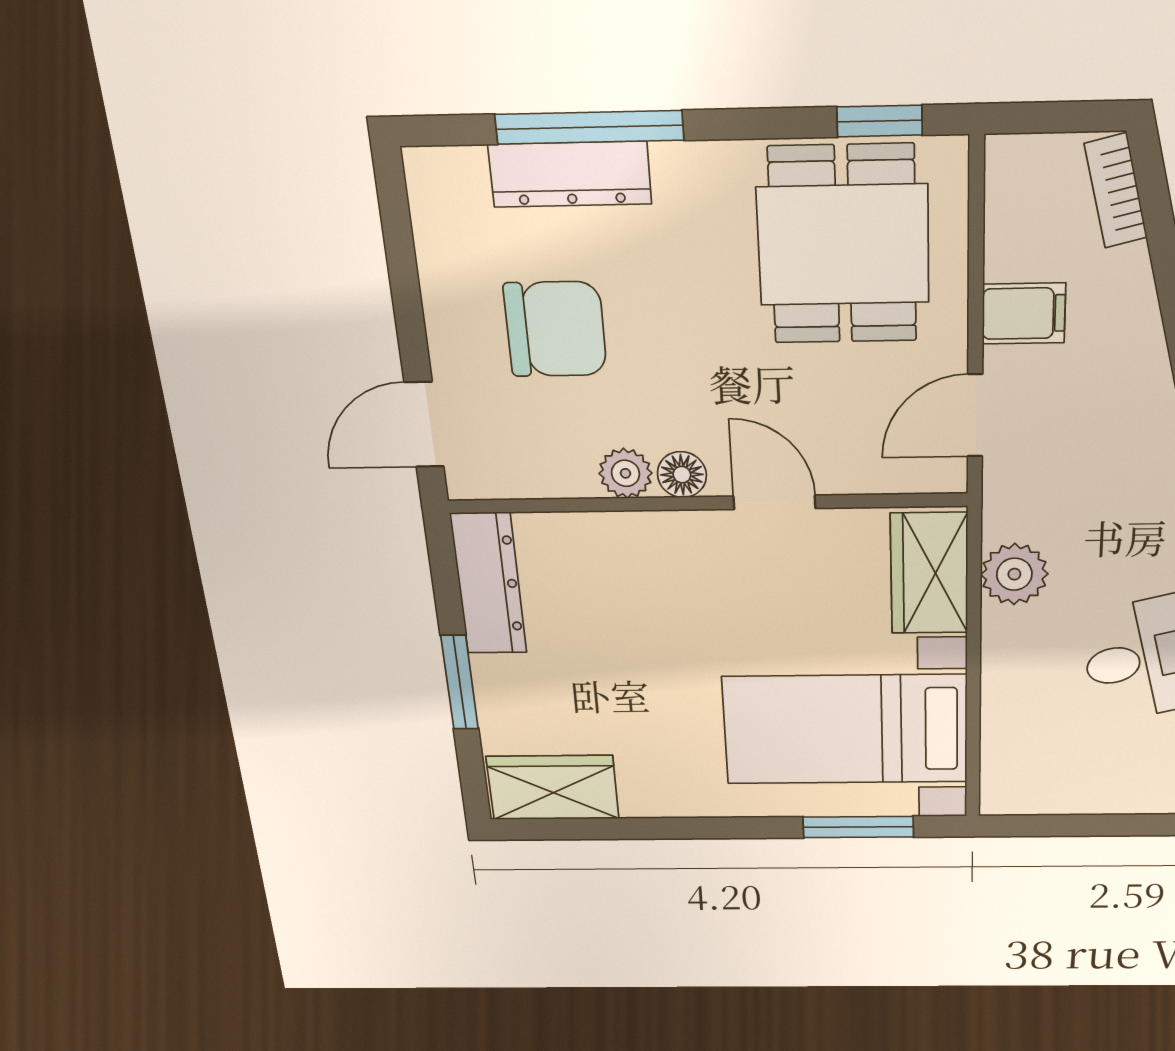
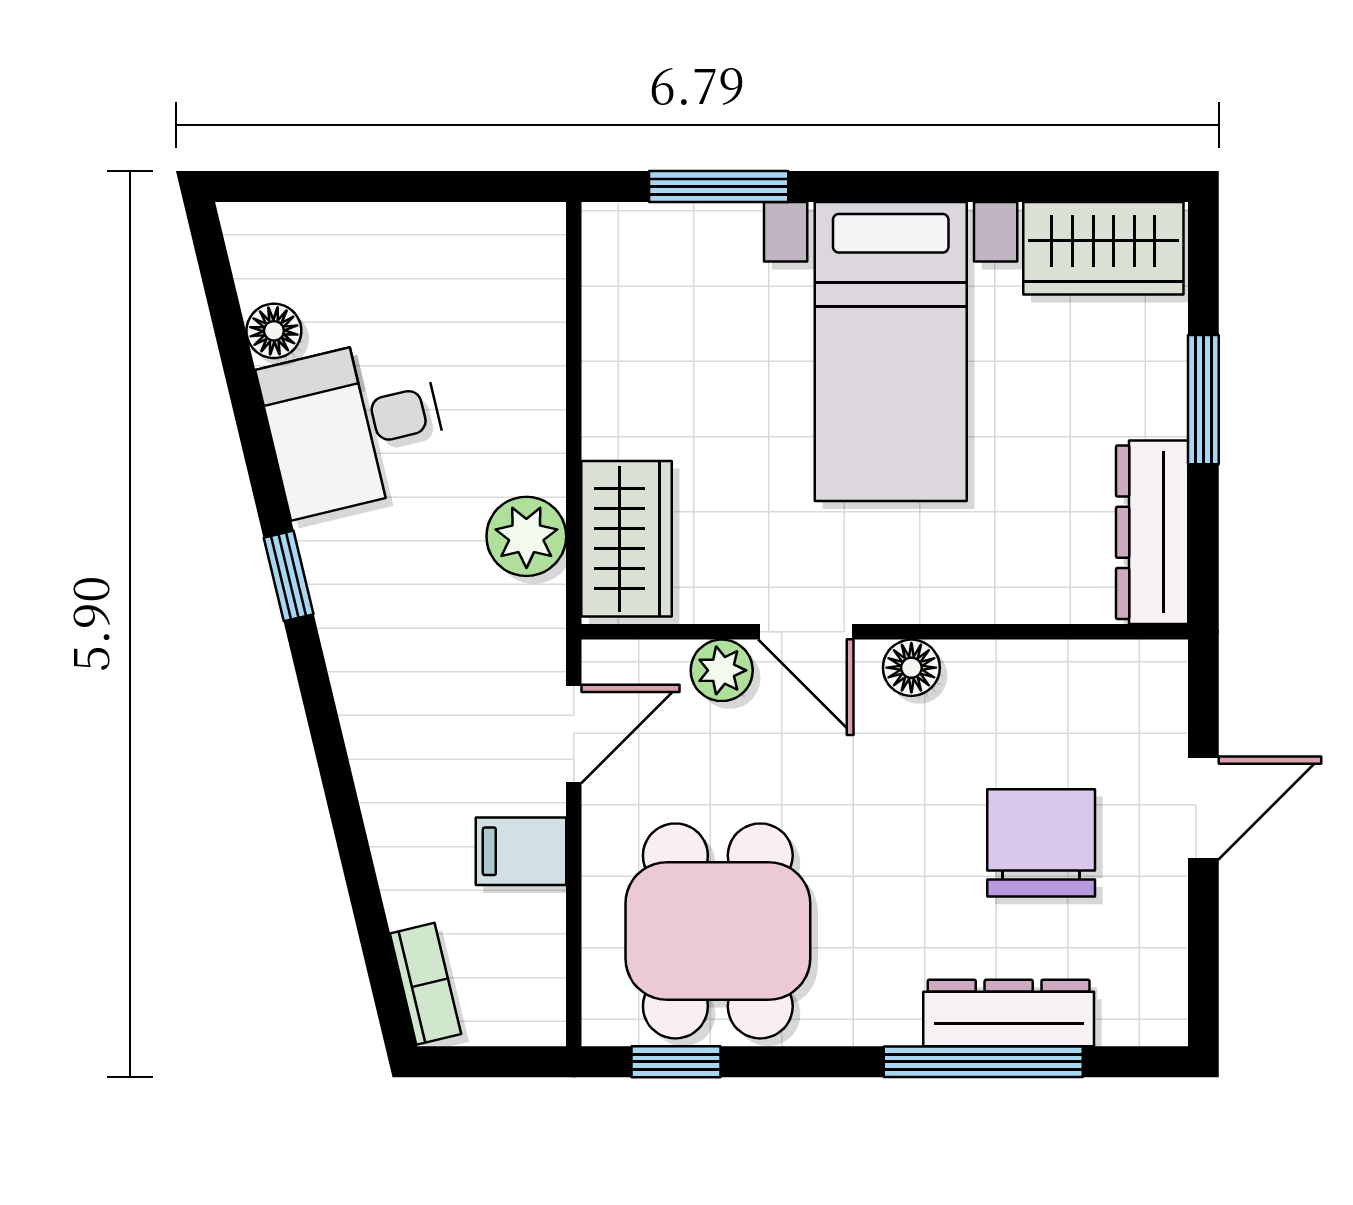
chair: (555, 329) -> (1041, 843), turned 90
door: (424, 425) -> (1203, 808), moved
plant: (625, 473) -> (722, 670), moved
bed with nightstands: (846, 730) -> (891, 351), moved, turned 90

